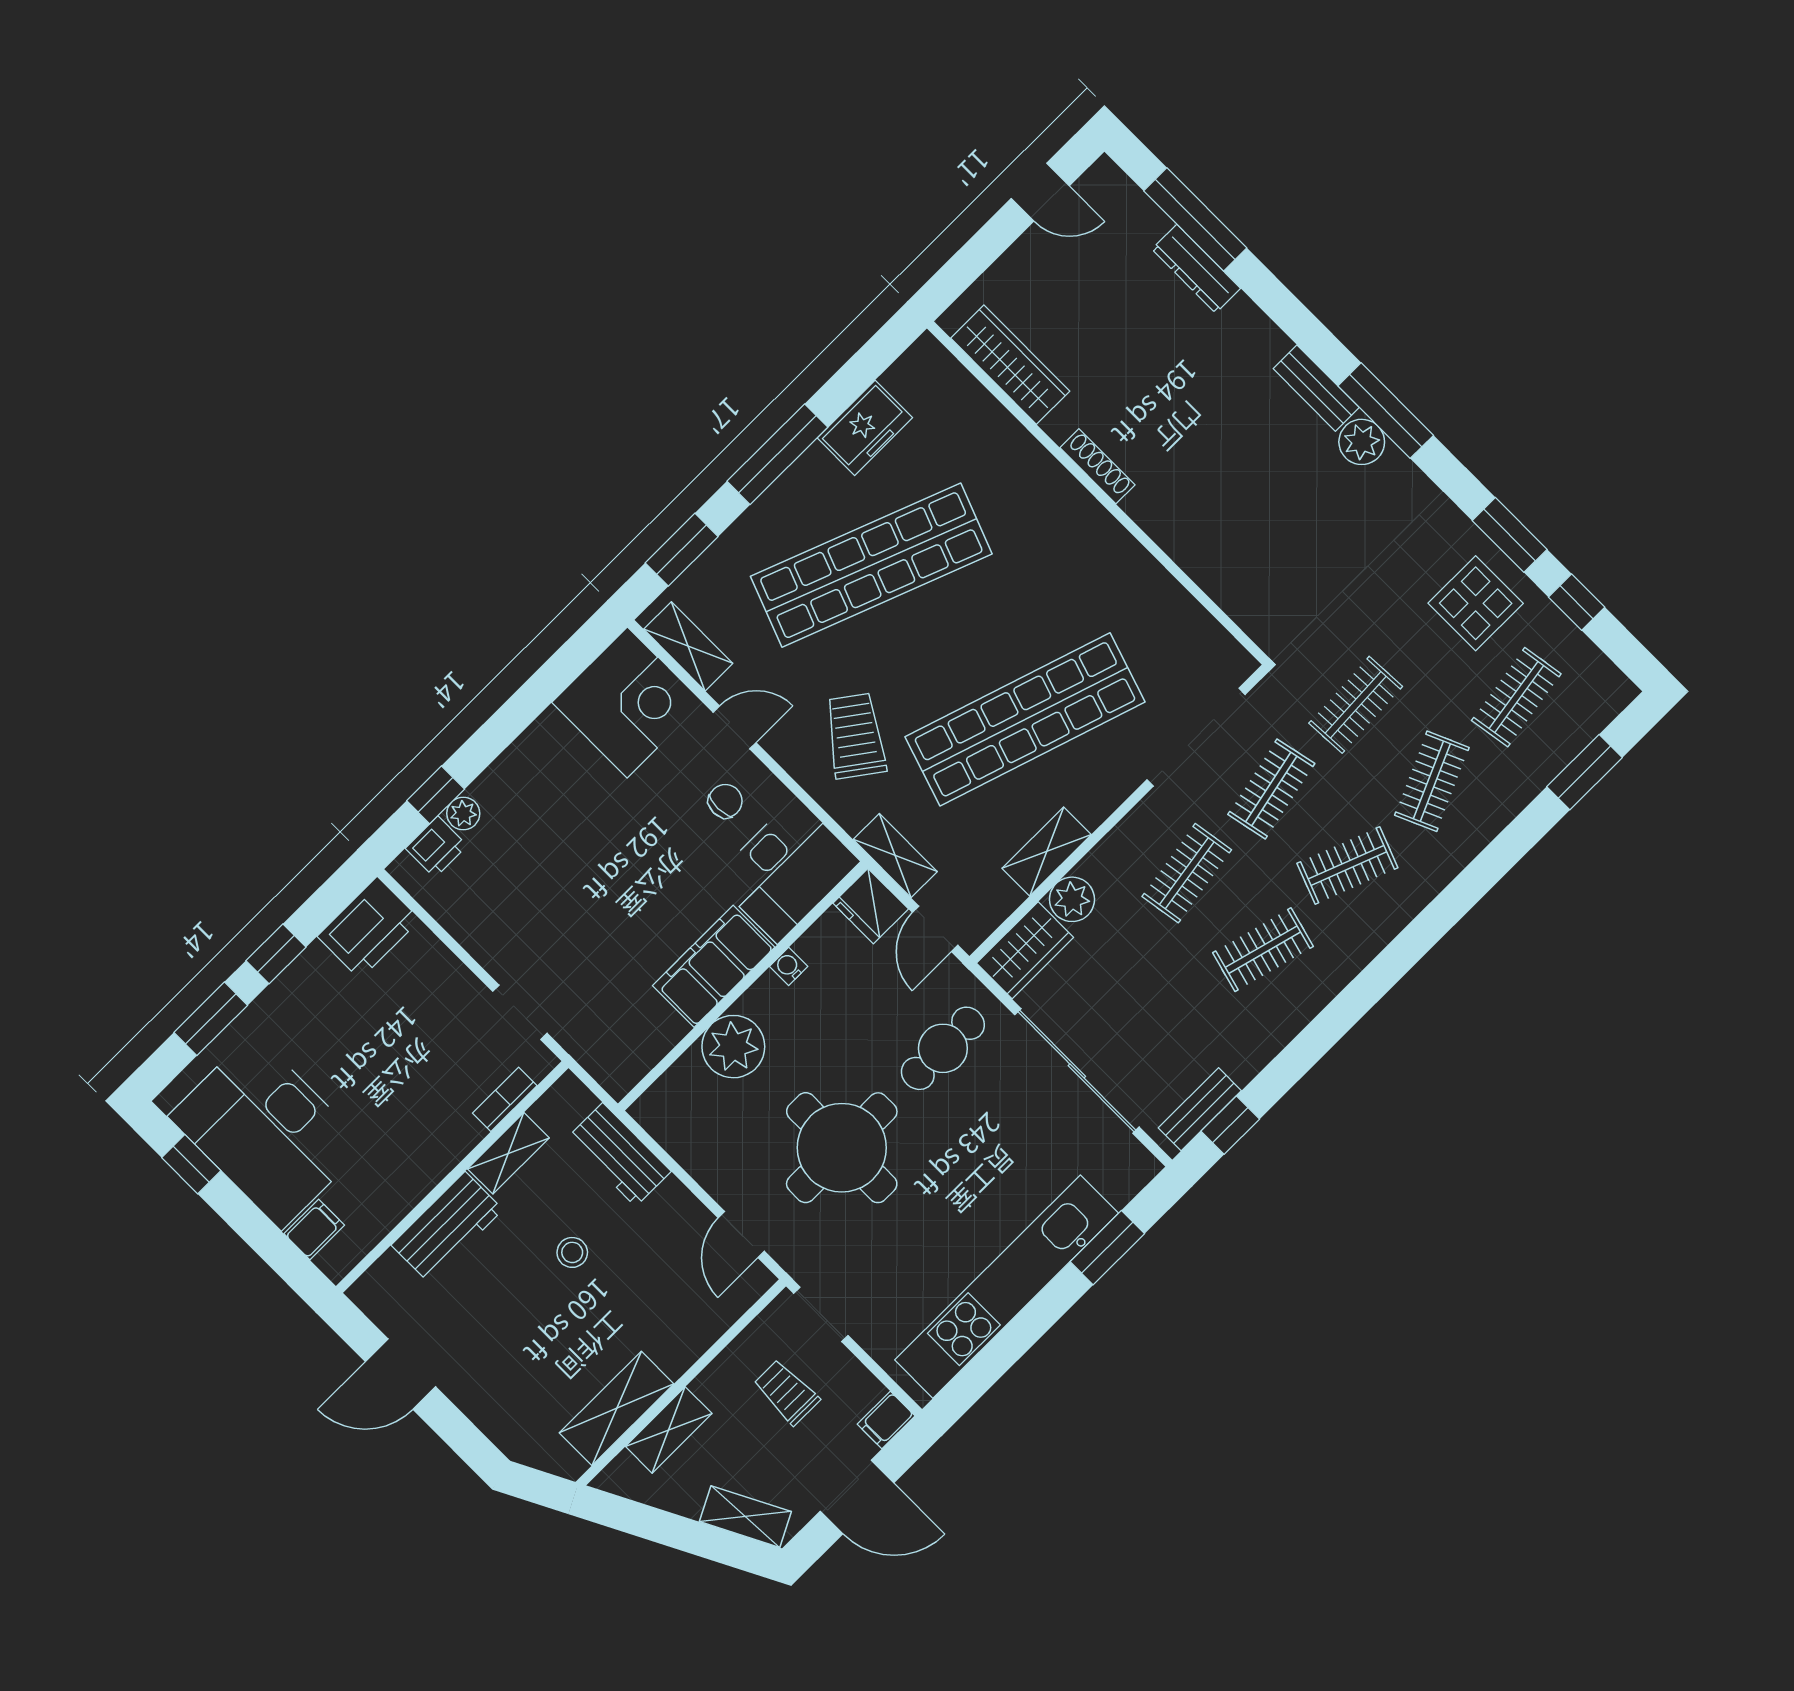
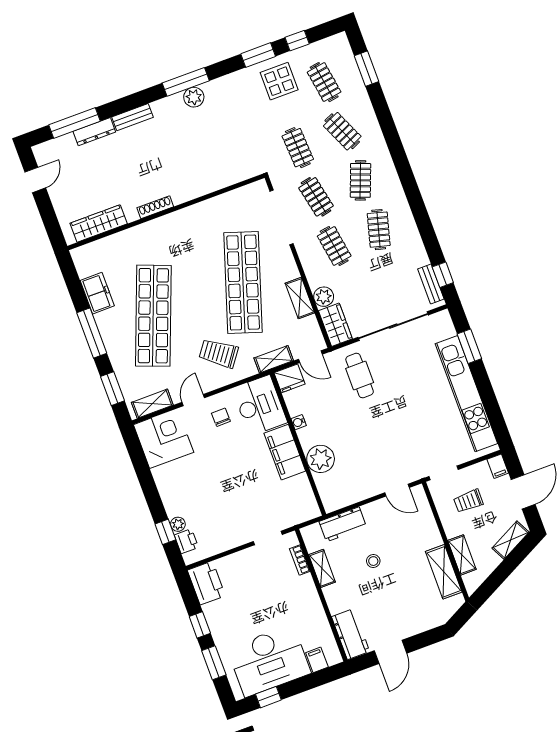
bench: (1316, 388) -> (132, 117), moved
round table: (842, 1148) -> (381, 434), removed
workbench: (447, 1227) -> (351, 634), moved

